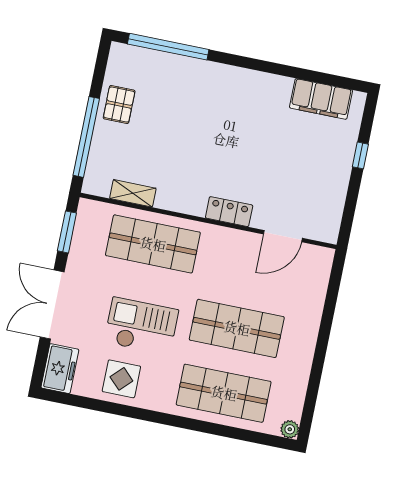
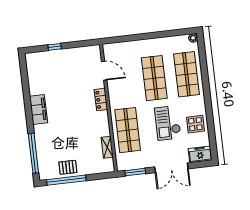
filing cabinet: (321, 99) -> (38, 109), moved
window: (86, 137) -> (66, 180), moved

